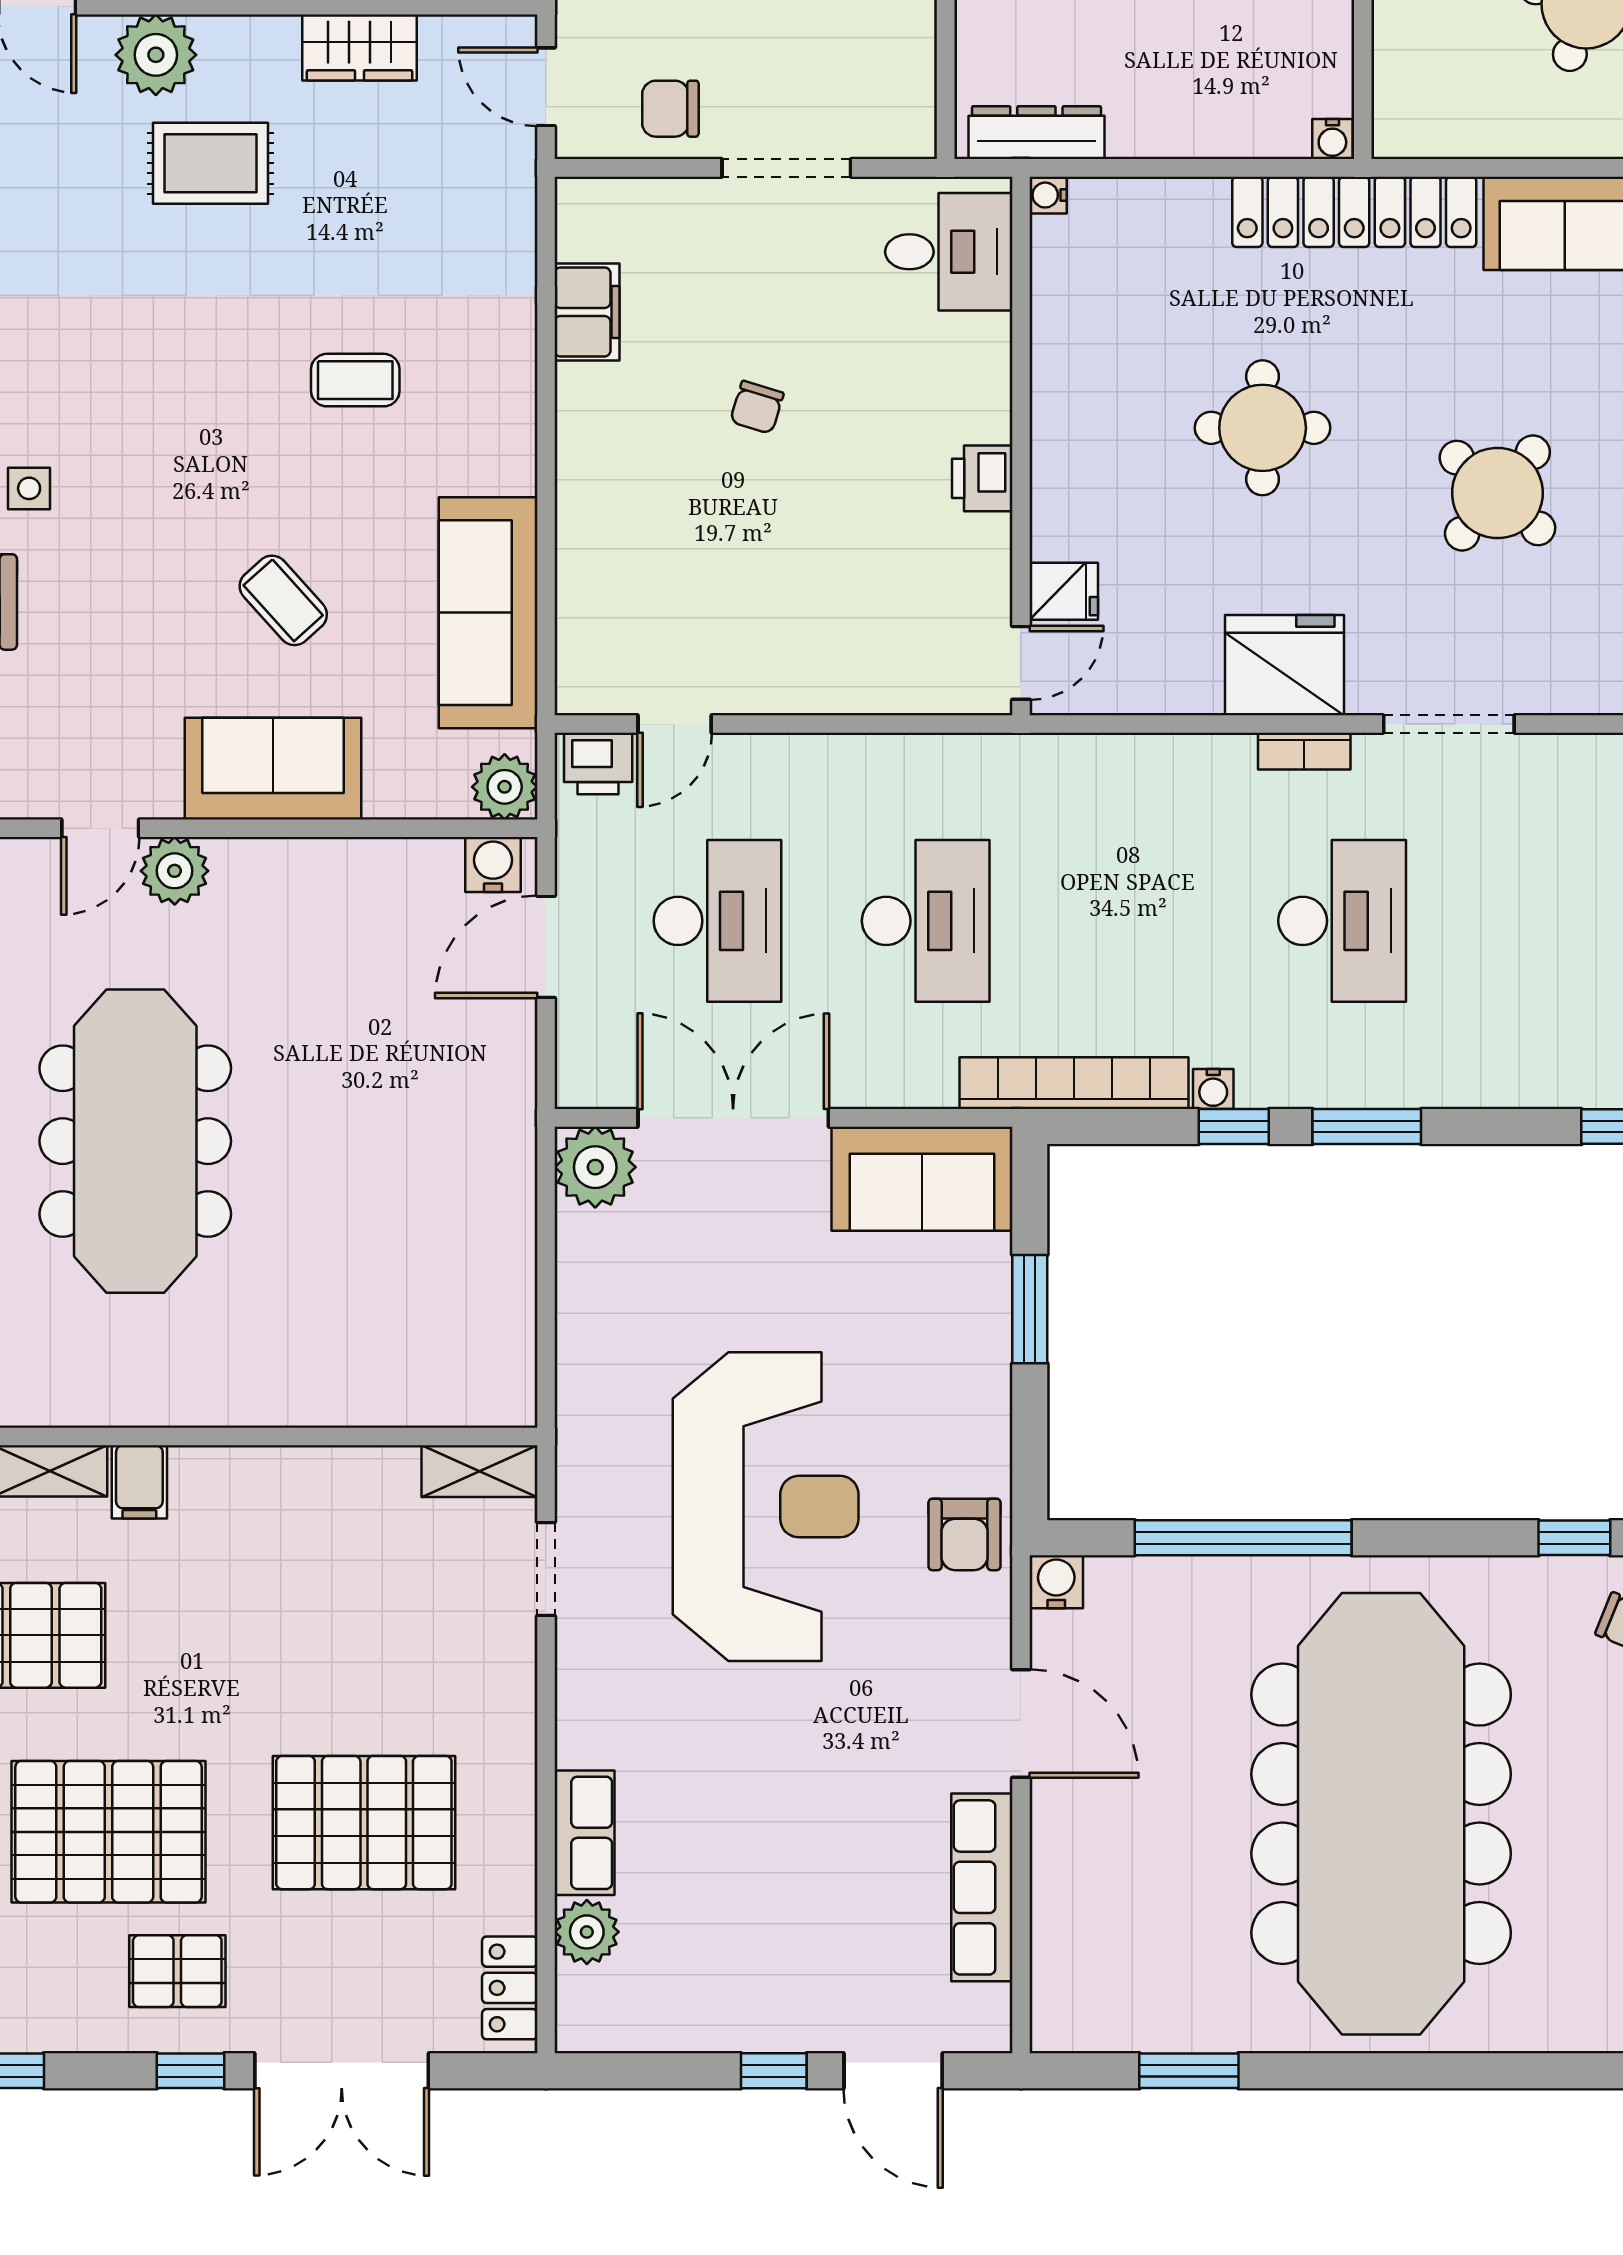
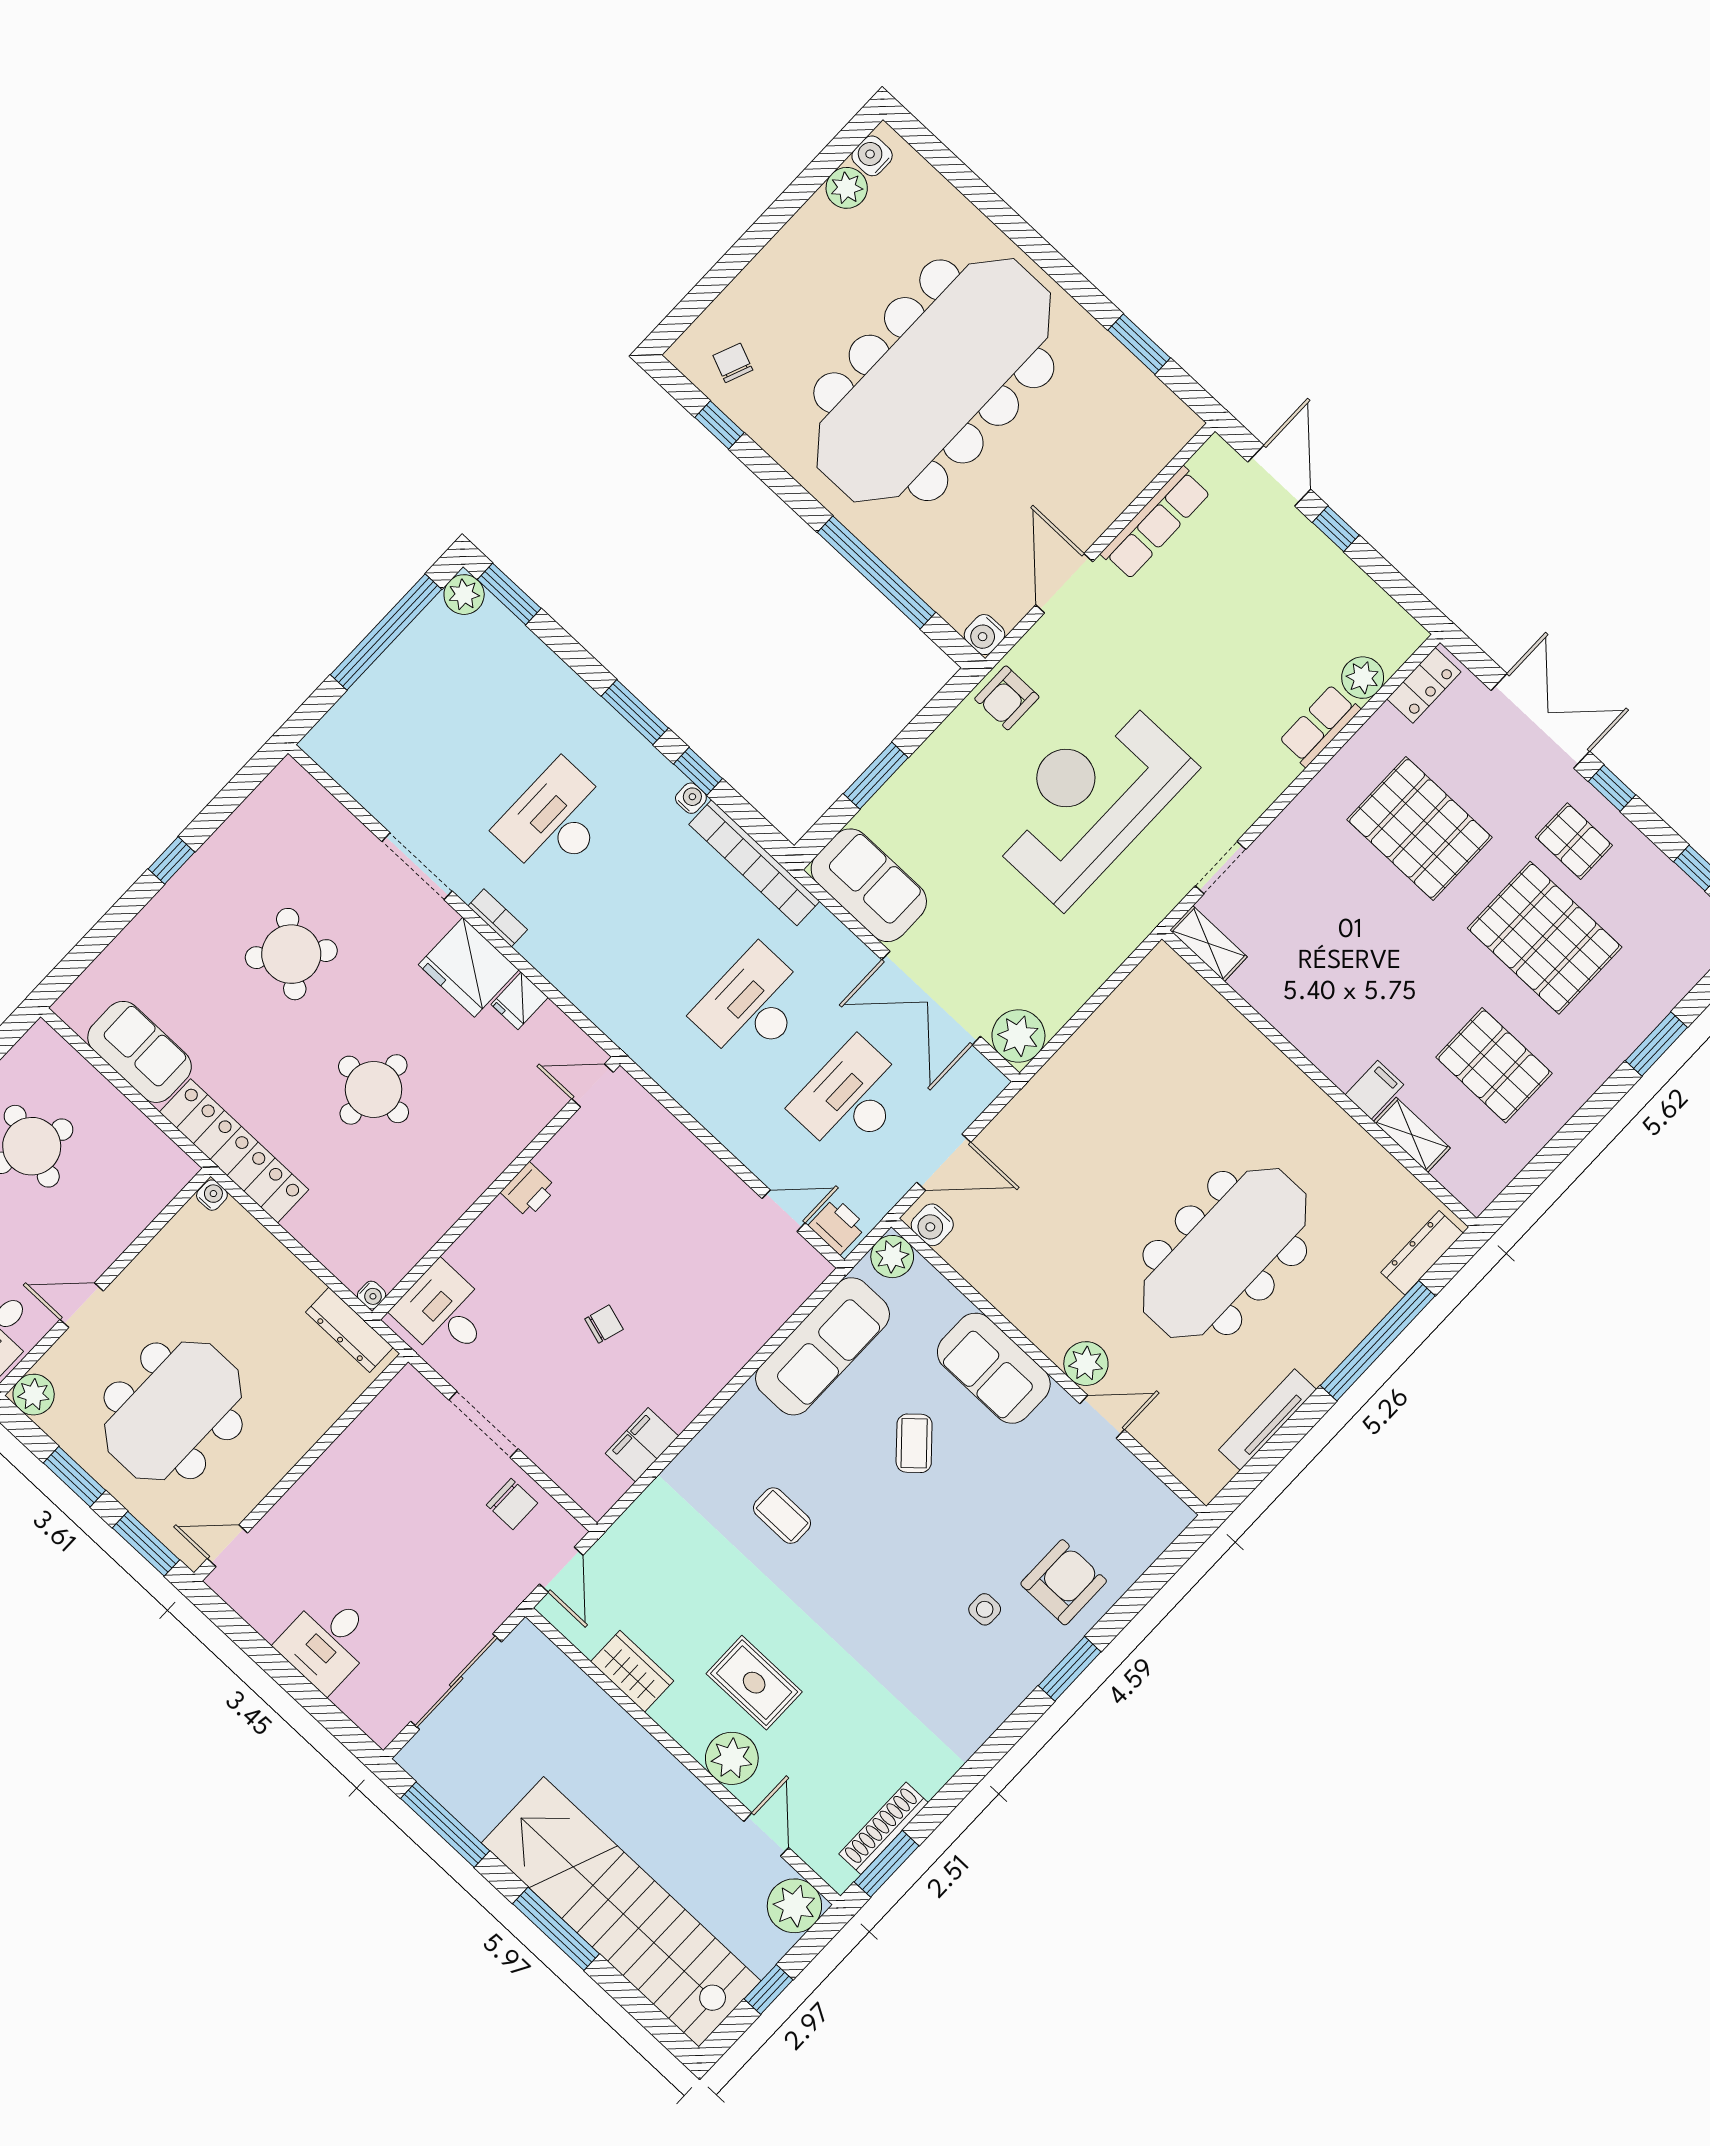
fridge: (1064, 591) -> (520, 1001), moved, turned -90
armchair: (964, 1534) -> (1007, 698), turned 180

